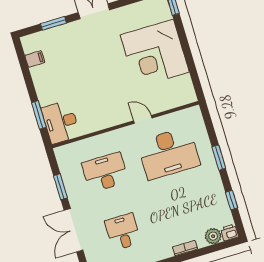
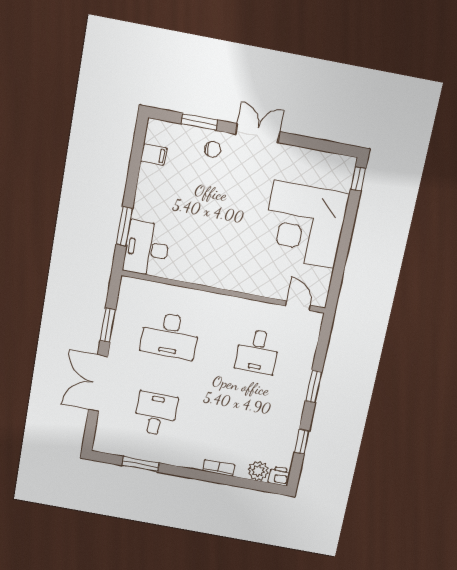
chair: (71, 36) -> (213, 149), added
door: (143, 119) -> (298, 306), moved
desk: (169, 153) -> (257, 352), width x0.53, depth x0.77
desk: (105, 172) -> (170, 335), turned 180

